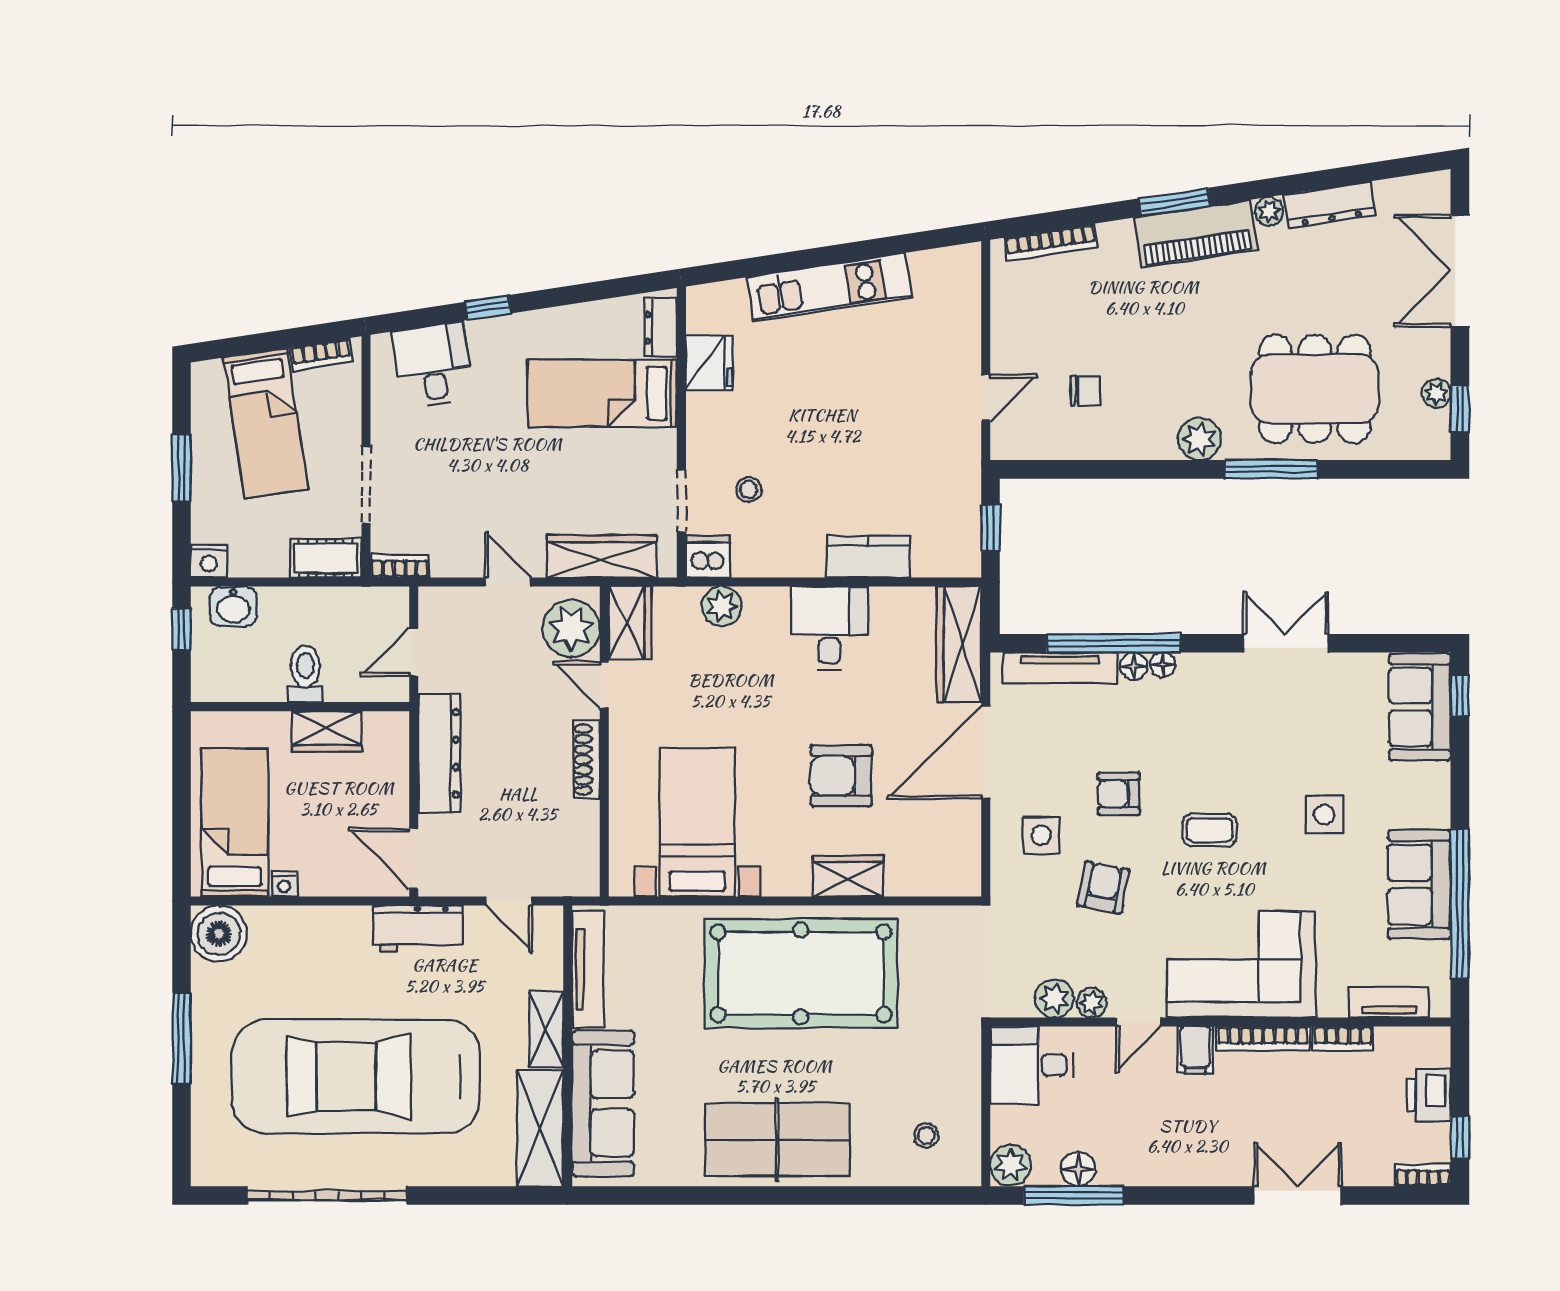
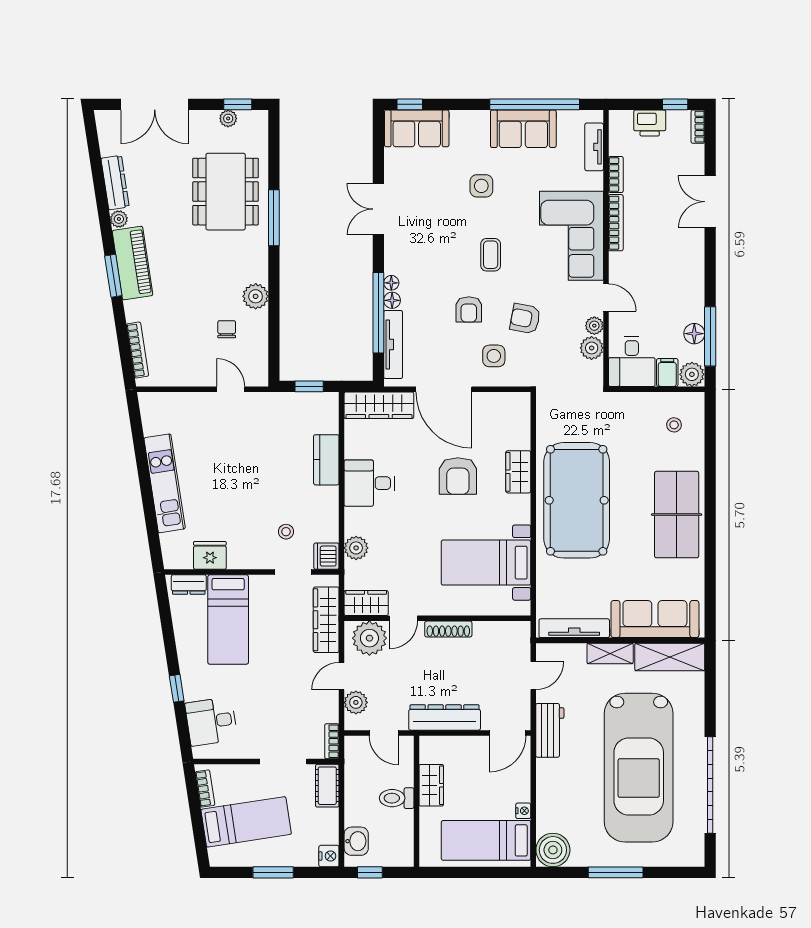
plant: (1199, 439) -> (256, 296), moved
plant: (464, 606) -> (356, 702), added
filing cabinet: (1195, 1050) -> (667, 373), moved, turned -90

